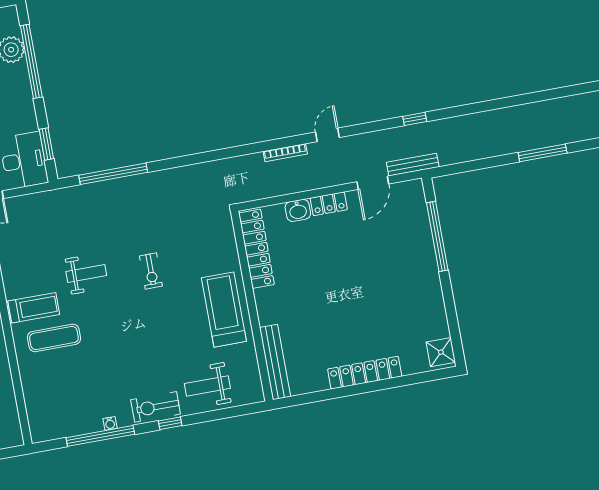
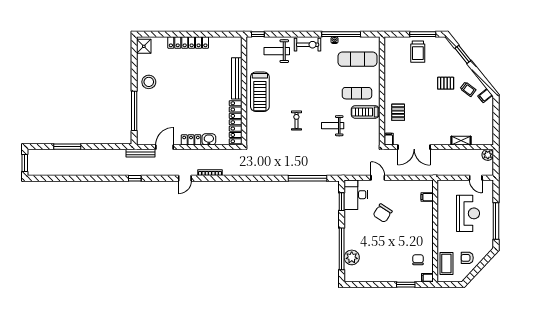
stool: (421, 292) -> (149, 82), added
bench: (275, 362) -> (237, 78), moved
weight bench: (207, 386) -> (277, 51), turned 180
exercise mat: (64, 397) -> (357, 59), added
window: (170, 423) -> (258, 34), moved

